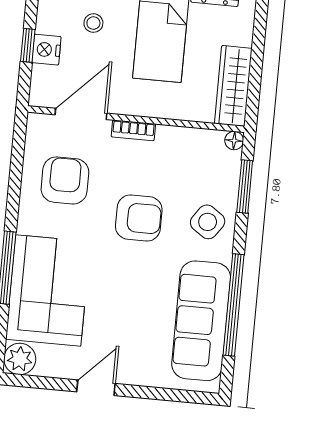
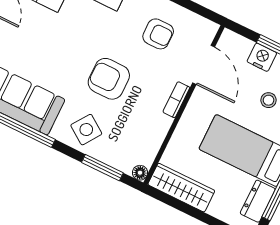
armchair: (65, 180) -> (158, 34), width x0.72, depth x0.72
armchair: (139, 218) -> (109, 79), turned 90

